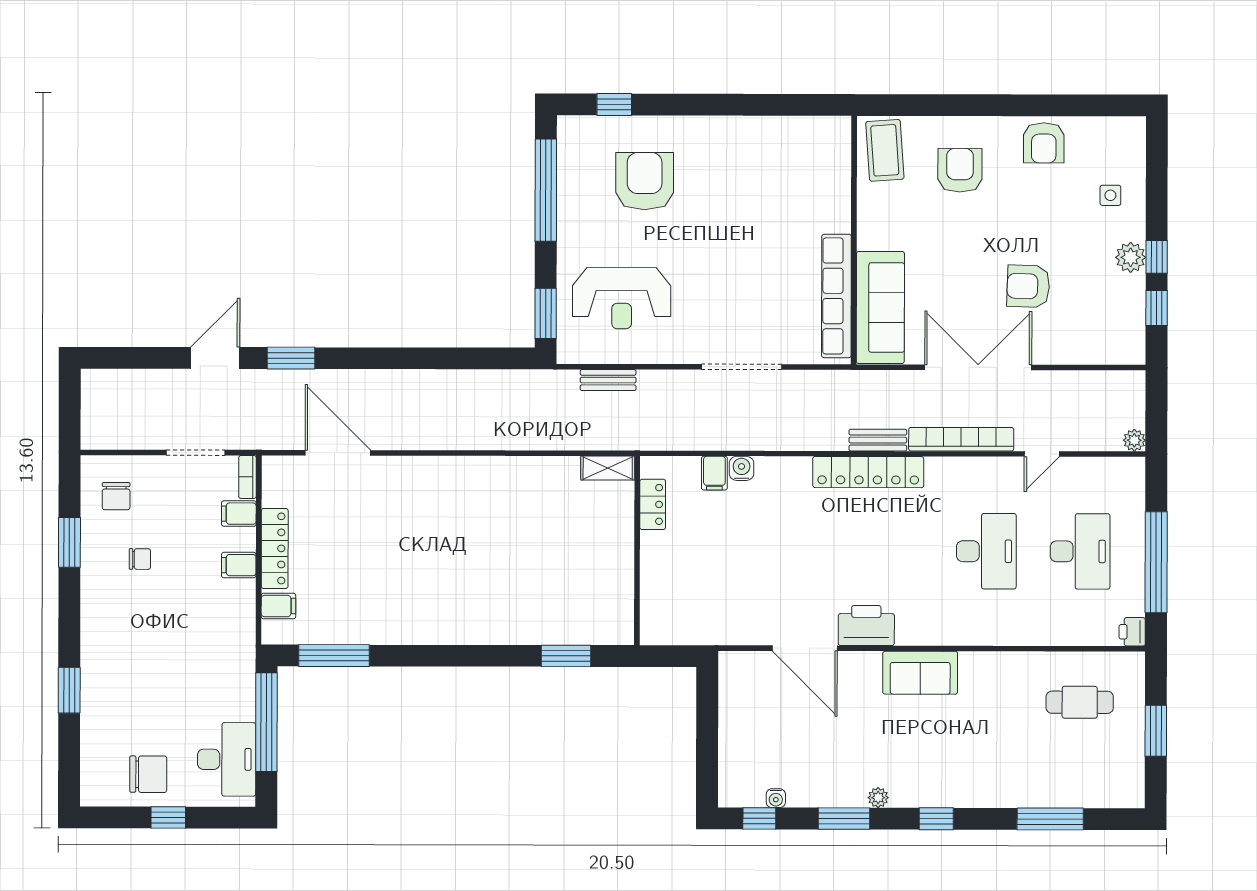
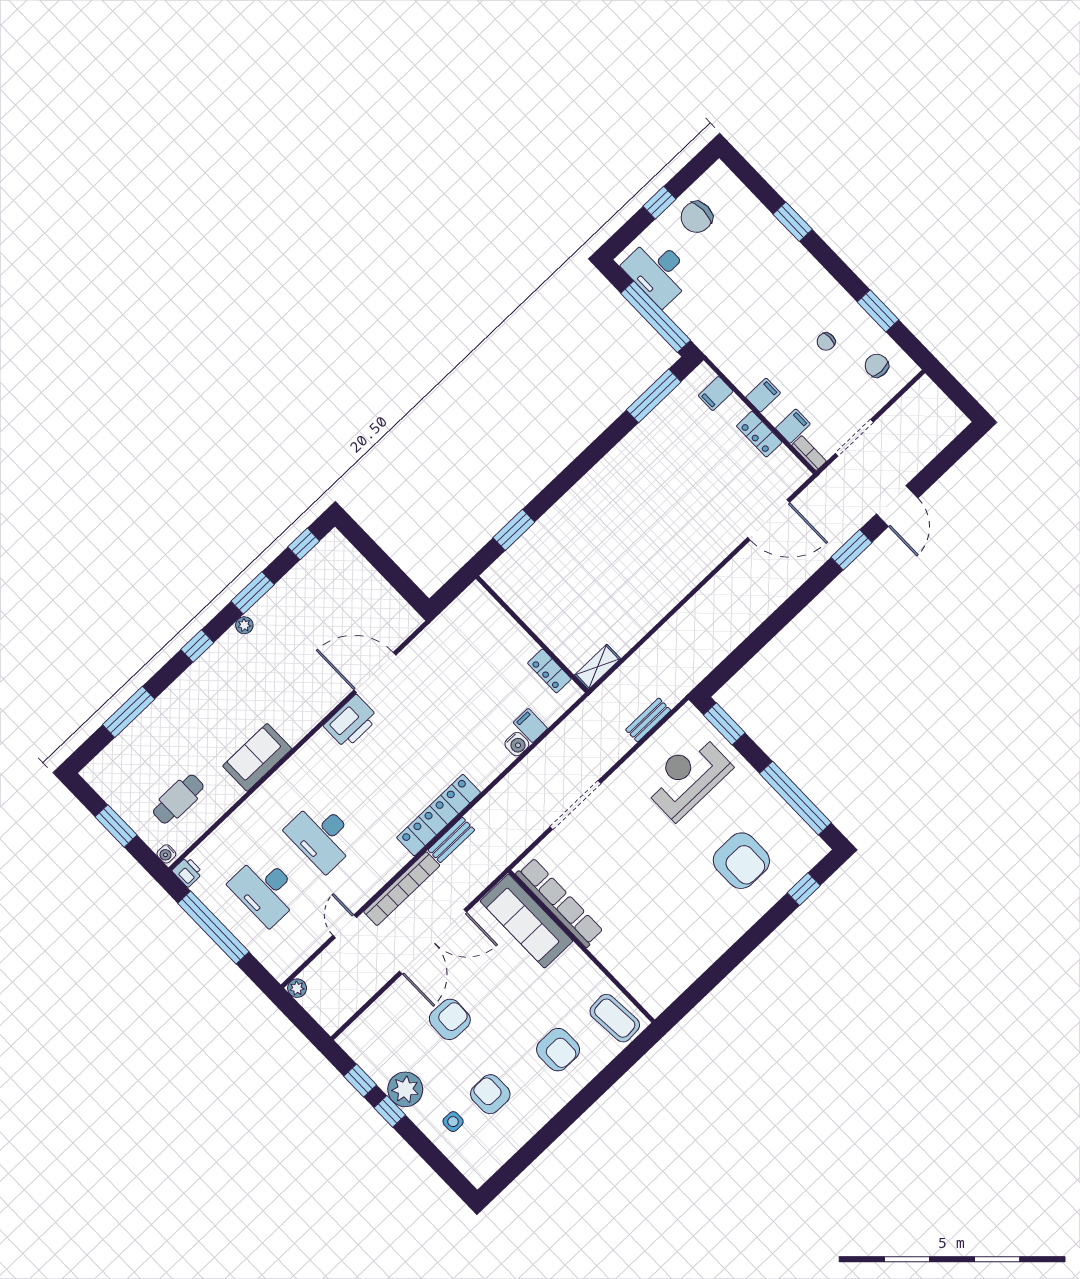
armchair: (1044, 143) -> (490, 1094), moved
plant: (1131, 257) -> (405, 1089), width x1.36, depth x1.36
locker: (275, 548) -> (759, 434), width x0.66
sofa: (920, 673) -> (257, 757), moved
water cooler: (776, 798) -> (166, 854), moved, turned -90

